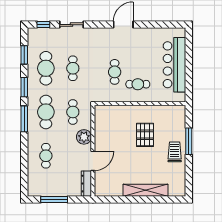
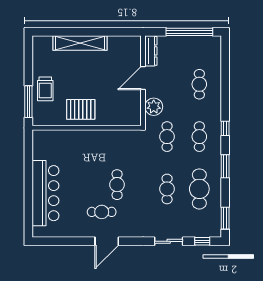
window: (24, 55) -> (225, 218), moved
cafe table: (138, 84) -> (102, 212), moved
wall: (140, 104) -> (87, 128), moved
cafe table: (46, 112) -> (199, 137), width x0.73, depth x0.74
window: (24, 119) -> (225, 128), width x0.46
pallet: (145, 135) -> (81, 109), turned 90
window: (54, 199) -> (189, 32), width x1.46

